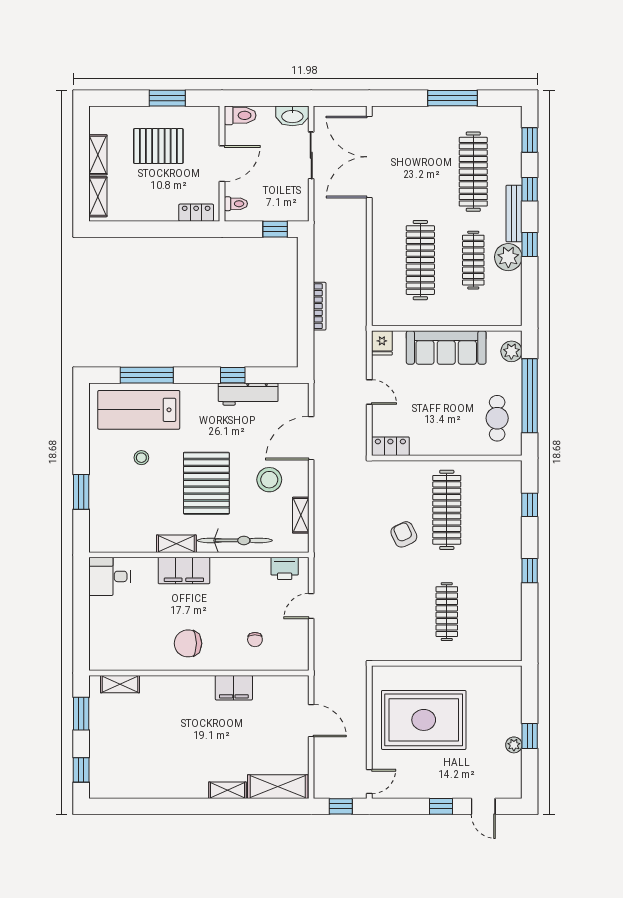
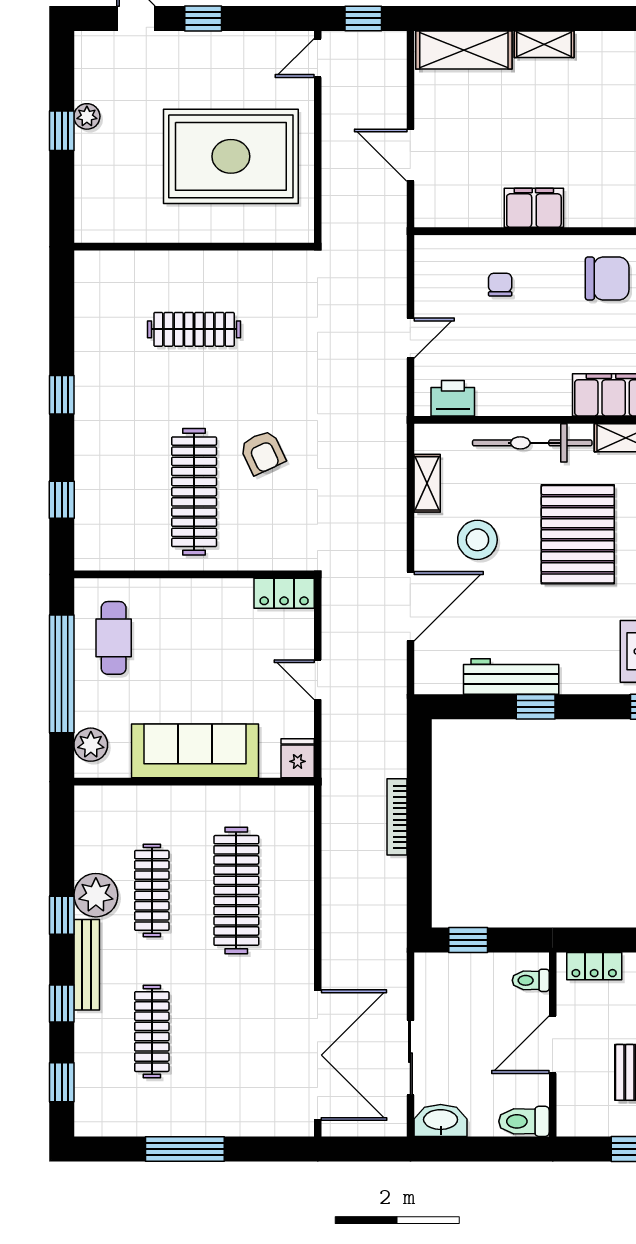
clothes rail: (473, 172) -> (152, 1032), width x0.73, depth x0.76
clothes rail: (447, 612) -> (194, 329), turned 90

